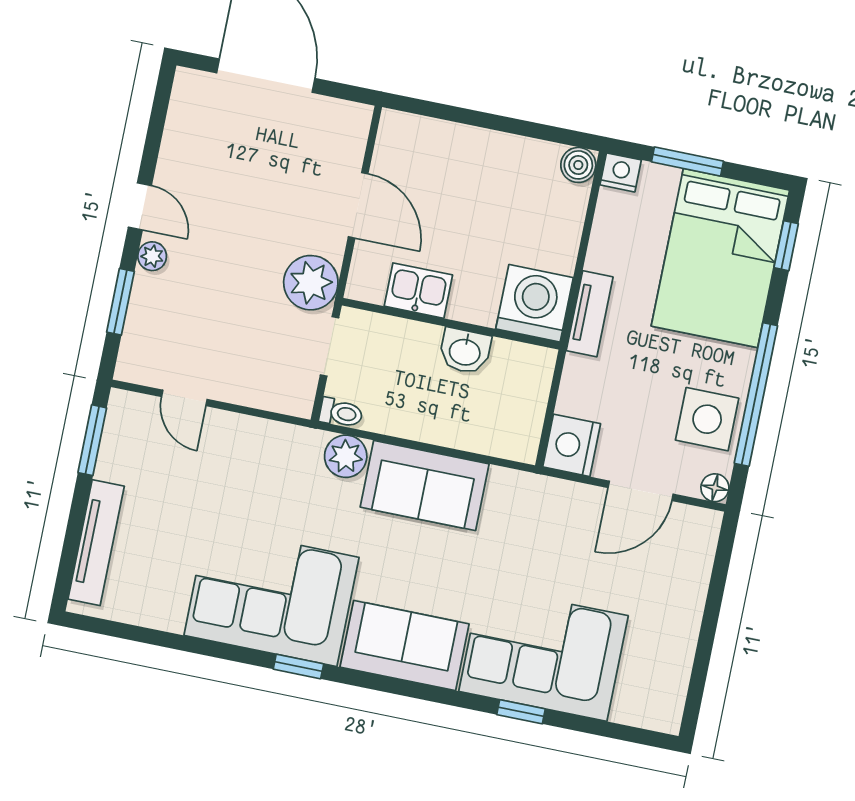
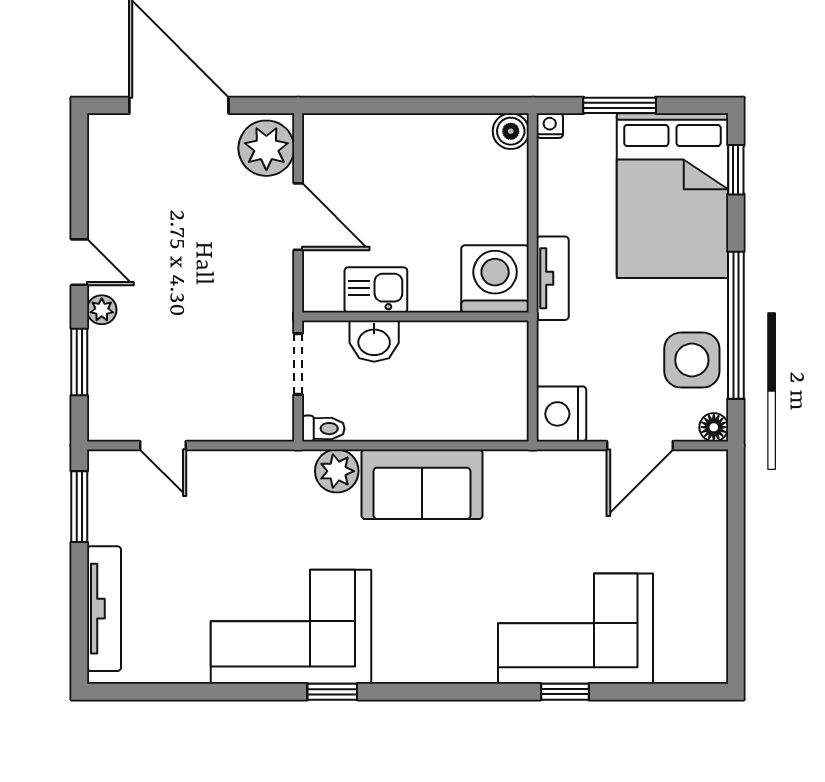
nightstand: (621, 172) -> (550, 126), width x0.72, depth x0.74
plant: (311, 283) -> (266, 148), moved
washbasin: (465, 351) -> (374, 341), moved
sofa: (405, 646) -> (435, 649), removed

